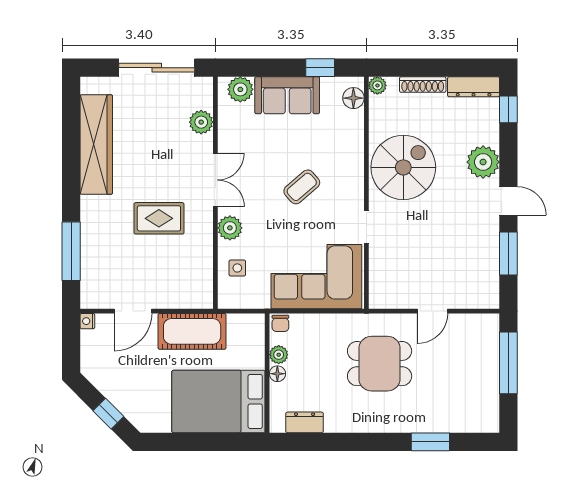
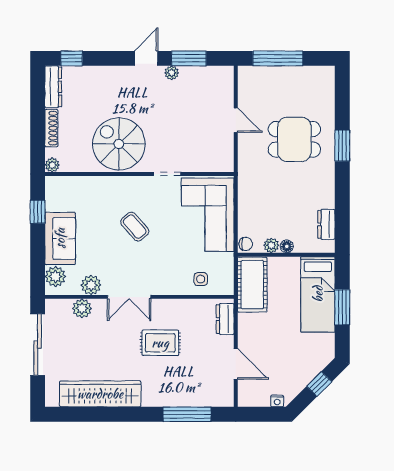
floor lamp: (353, 98) -> (62, 184), removed
plant: (483, 162) -> (172, 73), moved, width x0.53, depth x0.53
double door: (215, 180) -> (129, 297), swing flipped
rug: (159, 218) -> (160, 343), turned 90
plant: (230, 228) -> (91, 285), moved
dresser: (188, 298) -> (225, 319), added
nightstand: (87, 321) -> (277, 401), moved
cot: (192, 331) -> (252, 285), moved
dining table: (380, 364) -> (294, 139), moved, turned 90
bed: (218, 401) -> (318, 294), width x0.67
window: (203, 442) -> (342, 307), added
window: (430, 442) -> (342, 146), moved

